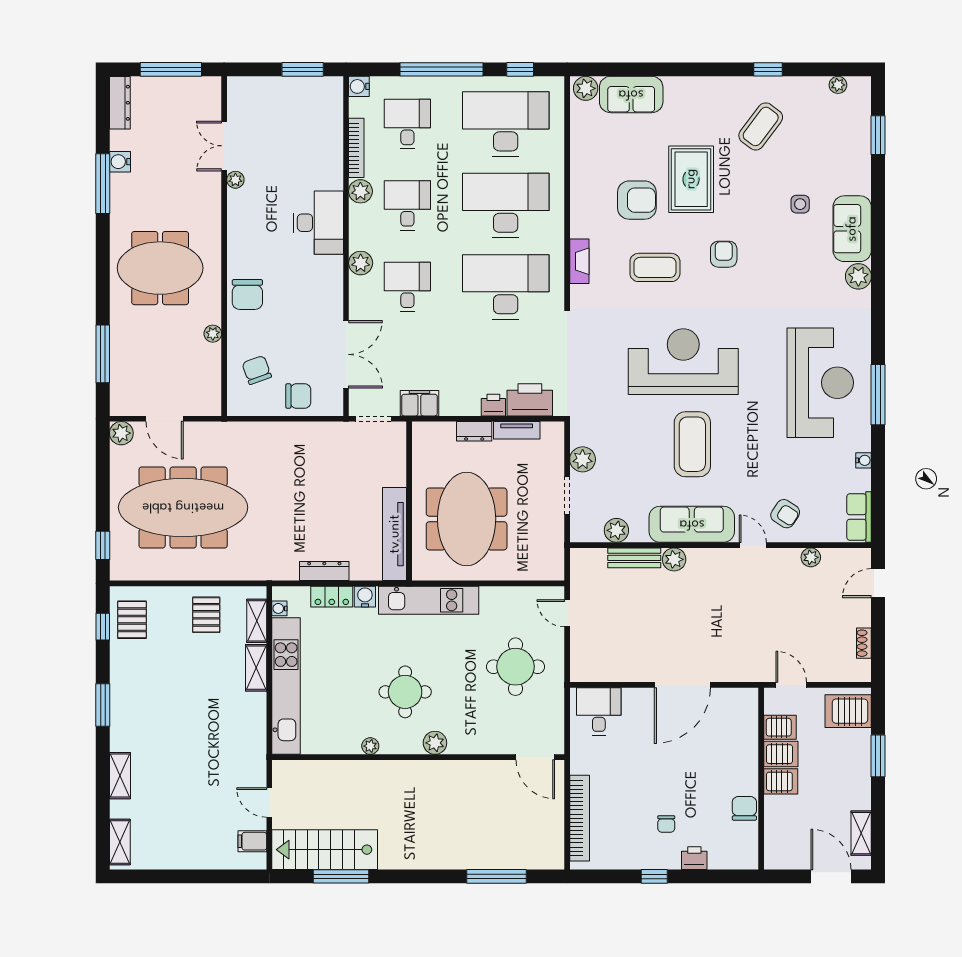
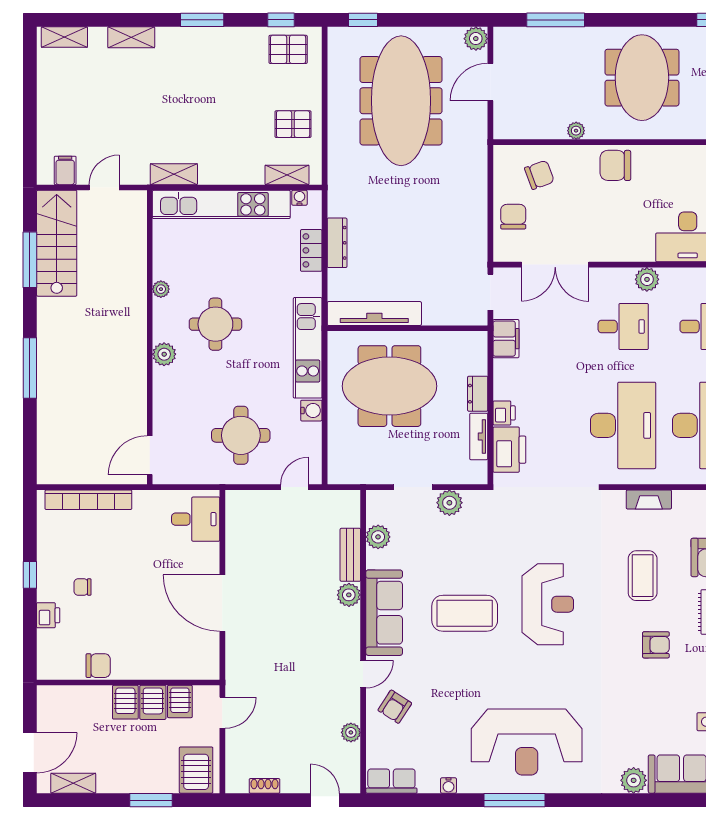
reception desk: (683, 362) -> (548, 604), width x0.74, depth x0.77
chair: (298, 396) -> (513, 217), turned 180
water cooler: (365, 597) -> (311, 411), moved
shelving: (256, 668) -> (174, 174), moved
window: (496, 876) -> (30, 368), moved

